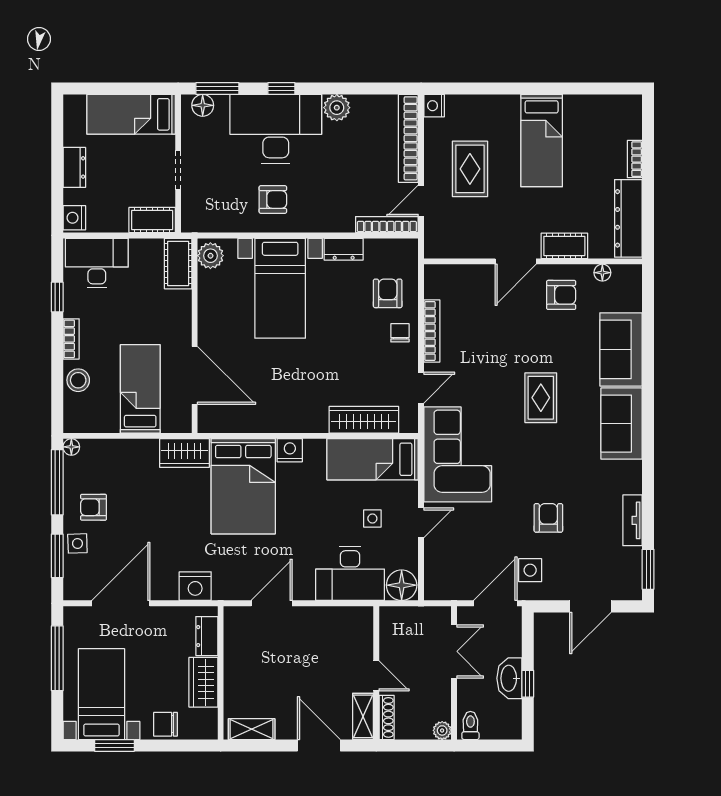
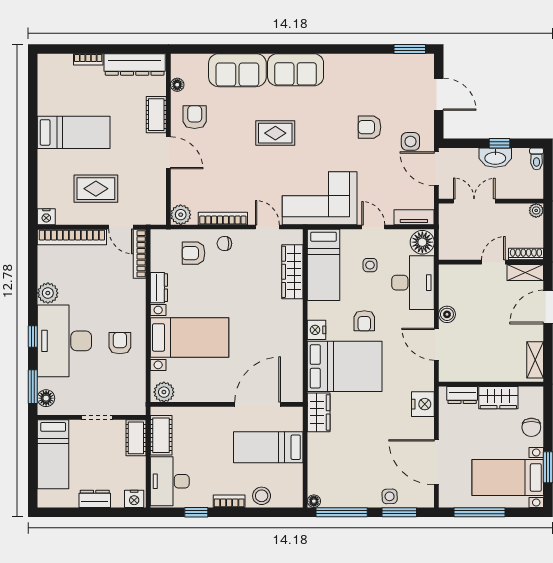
cot: (178, 264) -> (161, 435), moved, turned 90
plant: (437, 277) -> (181, 215), added
armchair: (93, 507) -> (364, 321), moved
tv unit: (633, 520) -> (414, 217), moved, turned 180
boiler: (310, 617) -> (447, 314), added
toilet: (470, 725) -> (537, 159), moved, turned -90

